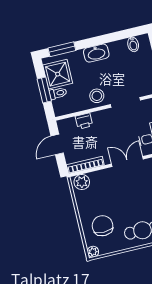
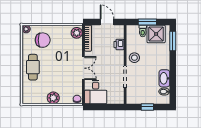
washbasin: (96, 53) -> (164, 78), moved

